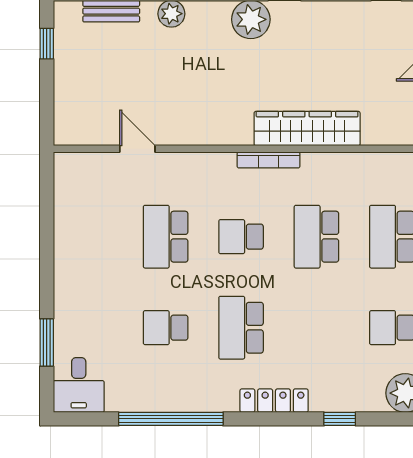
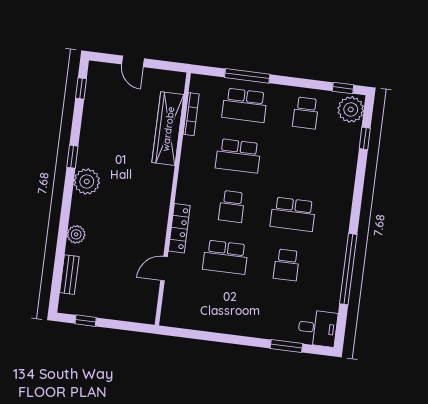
wardrobe: (307, 129) -> (168, 129), moved
bookcase: (269, 160) -> (191, 114), moved
locker: (274, 401) -> (179, 228), moved, turned 180
window: (340, 419) -> (365, 138), moved

